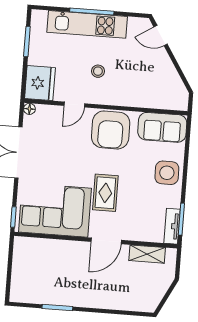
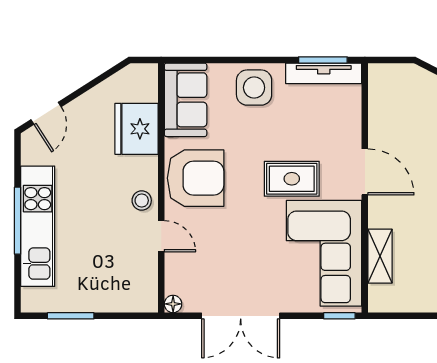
stool: (98, 71) -> (142, 200), moved
fridge: (40, 83) -> (136, 129), moved, turned -90
tv unit: (172, 226) -> (324, 73), width x1.41
shelving: (147, 254) -> (380, 256), moved

